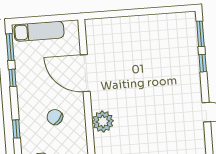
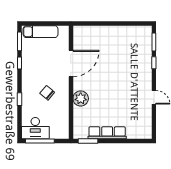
door: (85, 73) -> (71, 63), swing flipped

